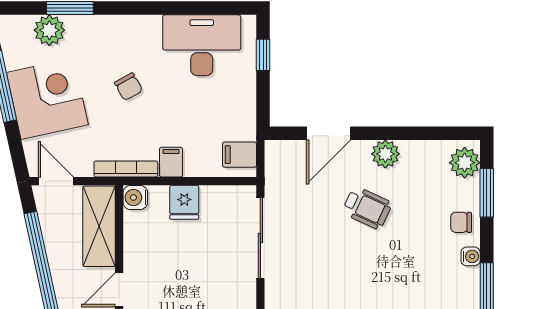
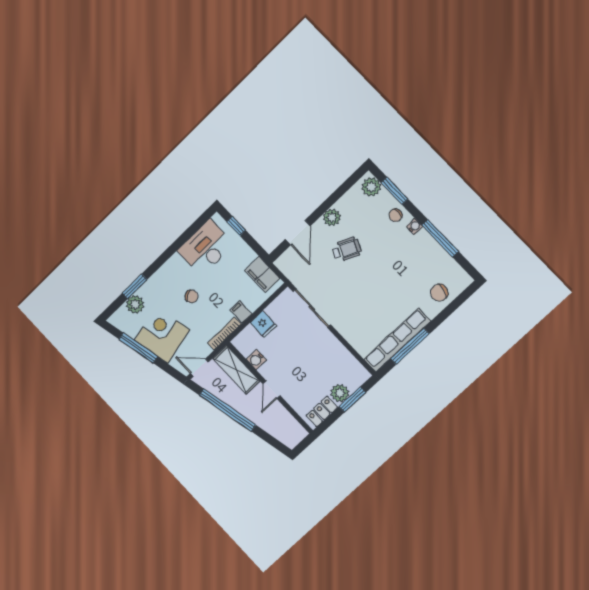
filing cabinet: (239, 155) -> (262, 274), width x2.00
water cooler: (135, 198) -> (256, 360), moved

